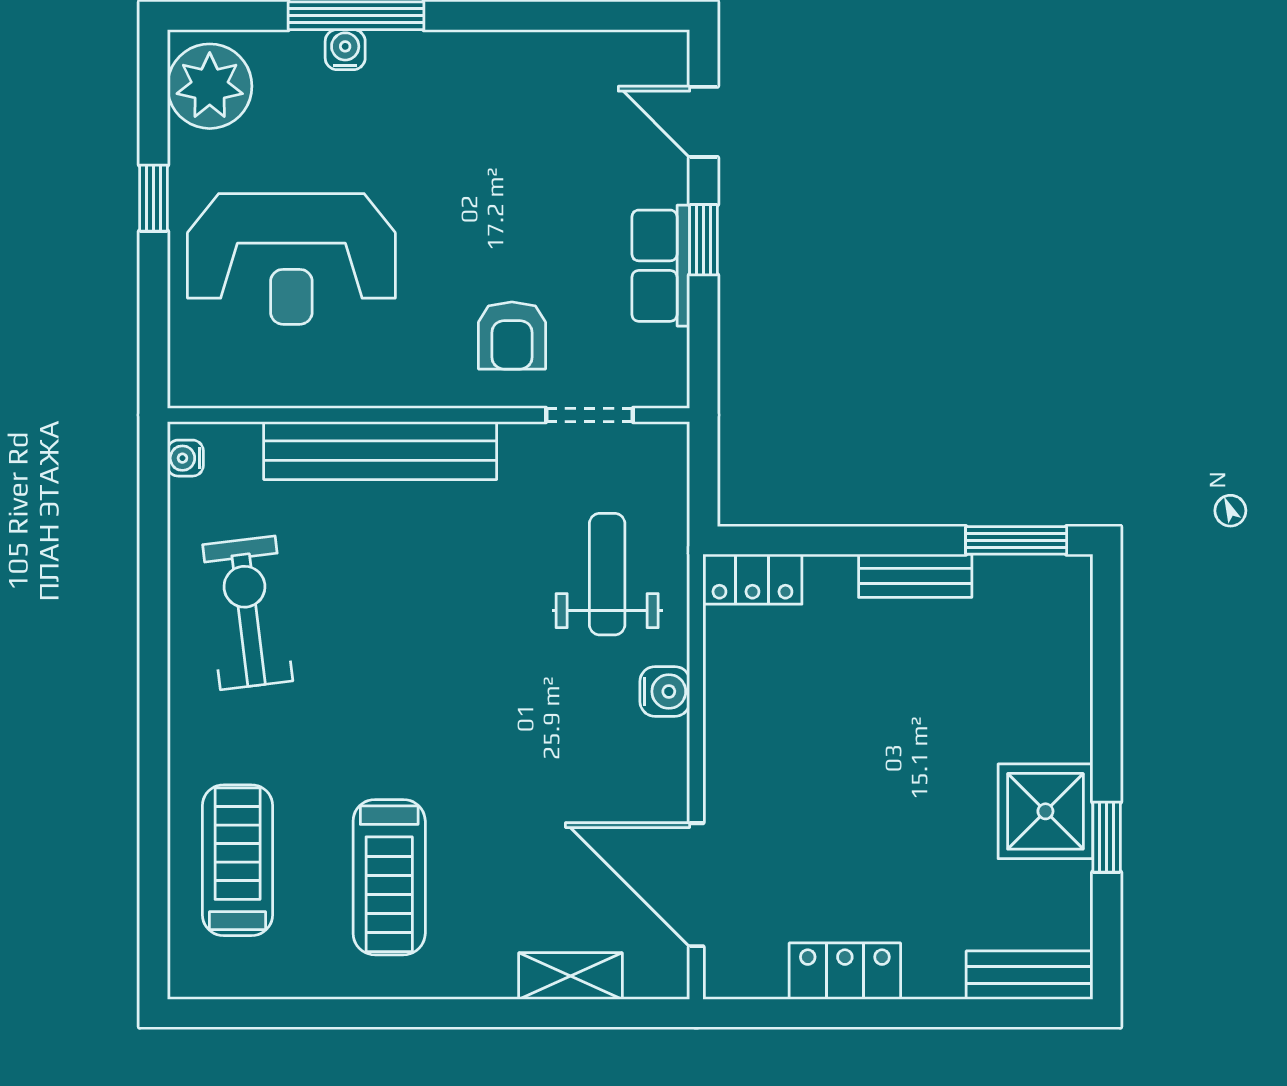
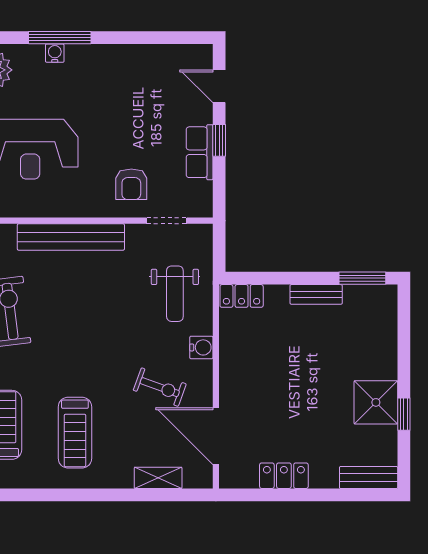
weight bench: (607, 574) -> (175, 294), turned 180
exercise bike: (574, 778) -> (160, 387), added

